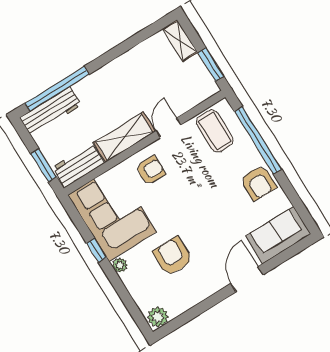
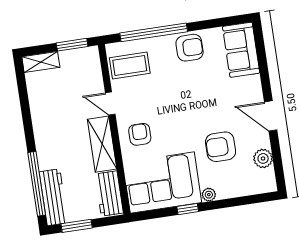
window: (44, 165) -> (77, 226), moved
door: (247, 279) -> (271, 116), moved
plant: (158, 317) -> (263, 158), moved

